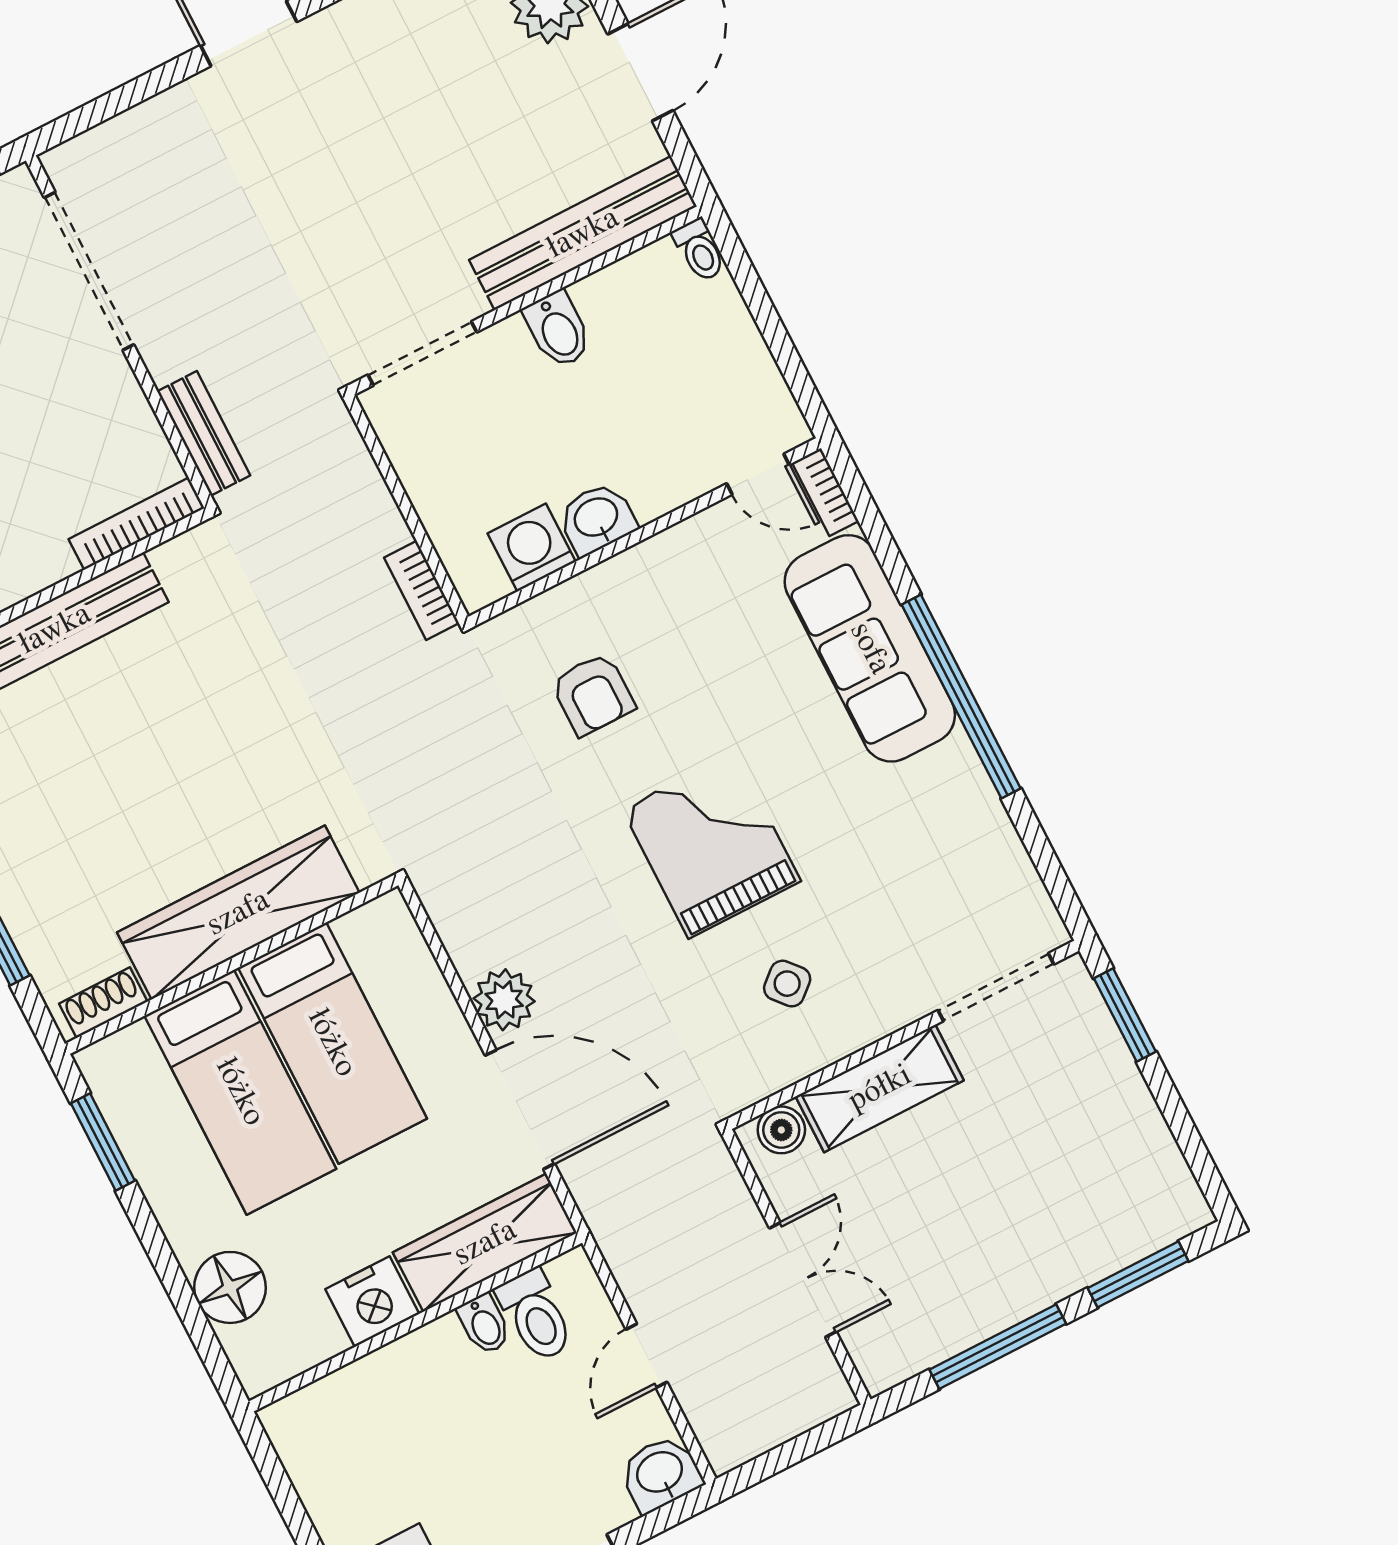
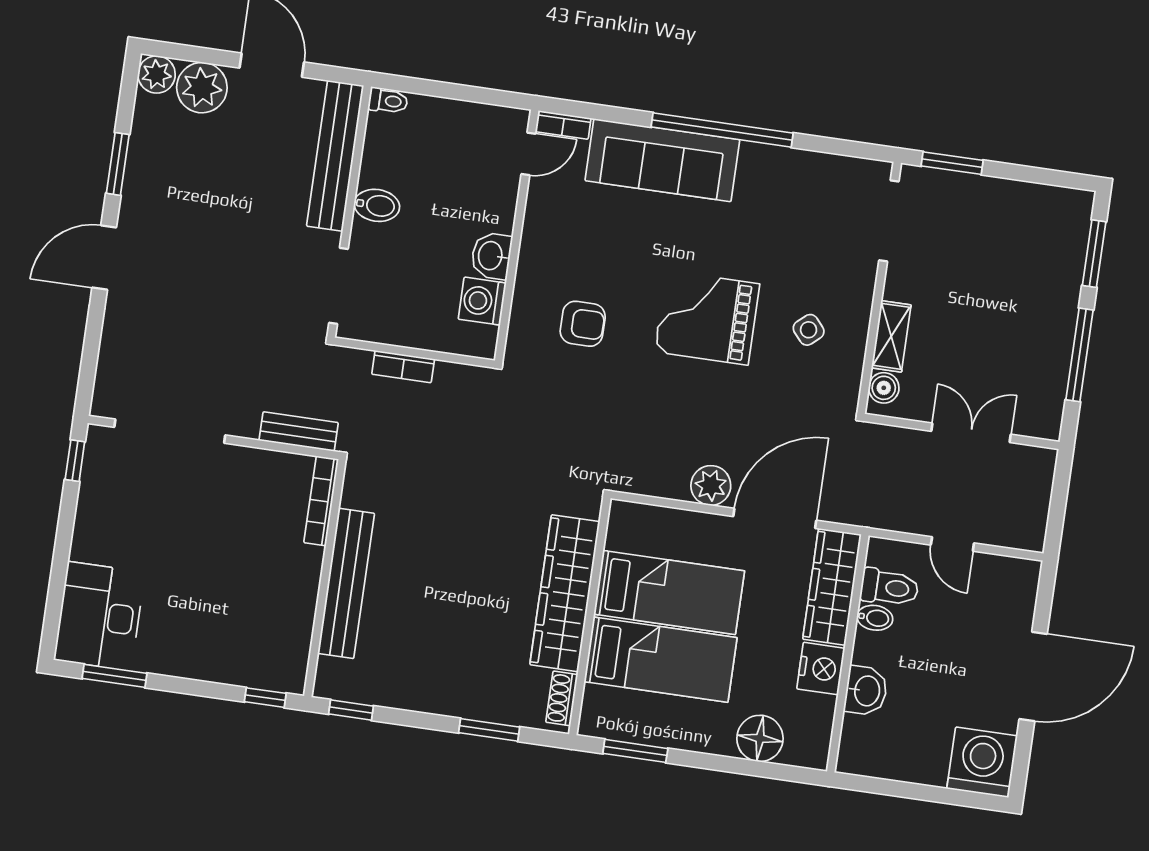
bookcase: (421, 590) -> (403, 367), moved
shelving: (880, 1088) -> (891, 336), width x0.67, depth x0.75
washbasin: (660, 1474) -> (866, 691), moved, turned 180

